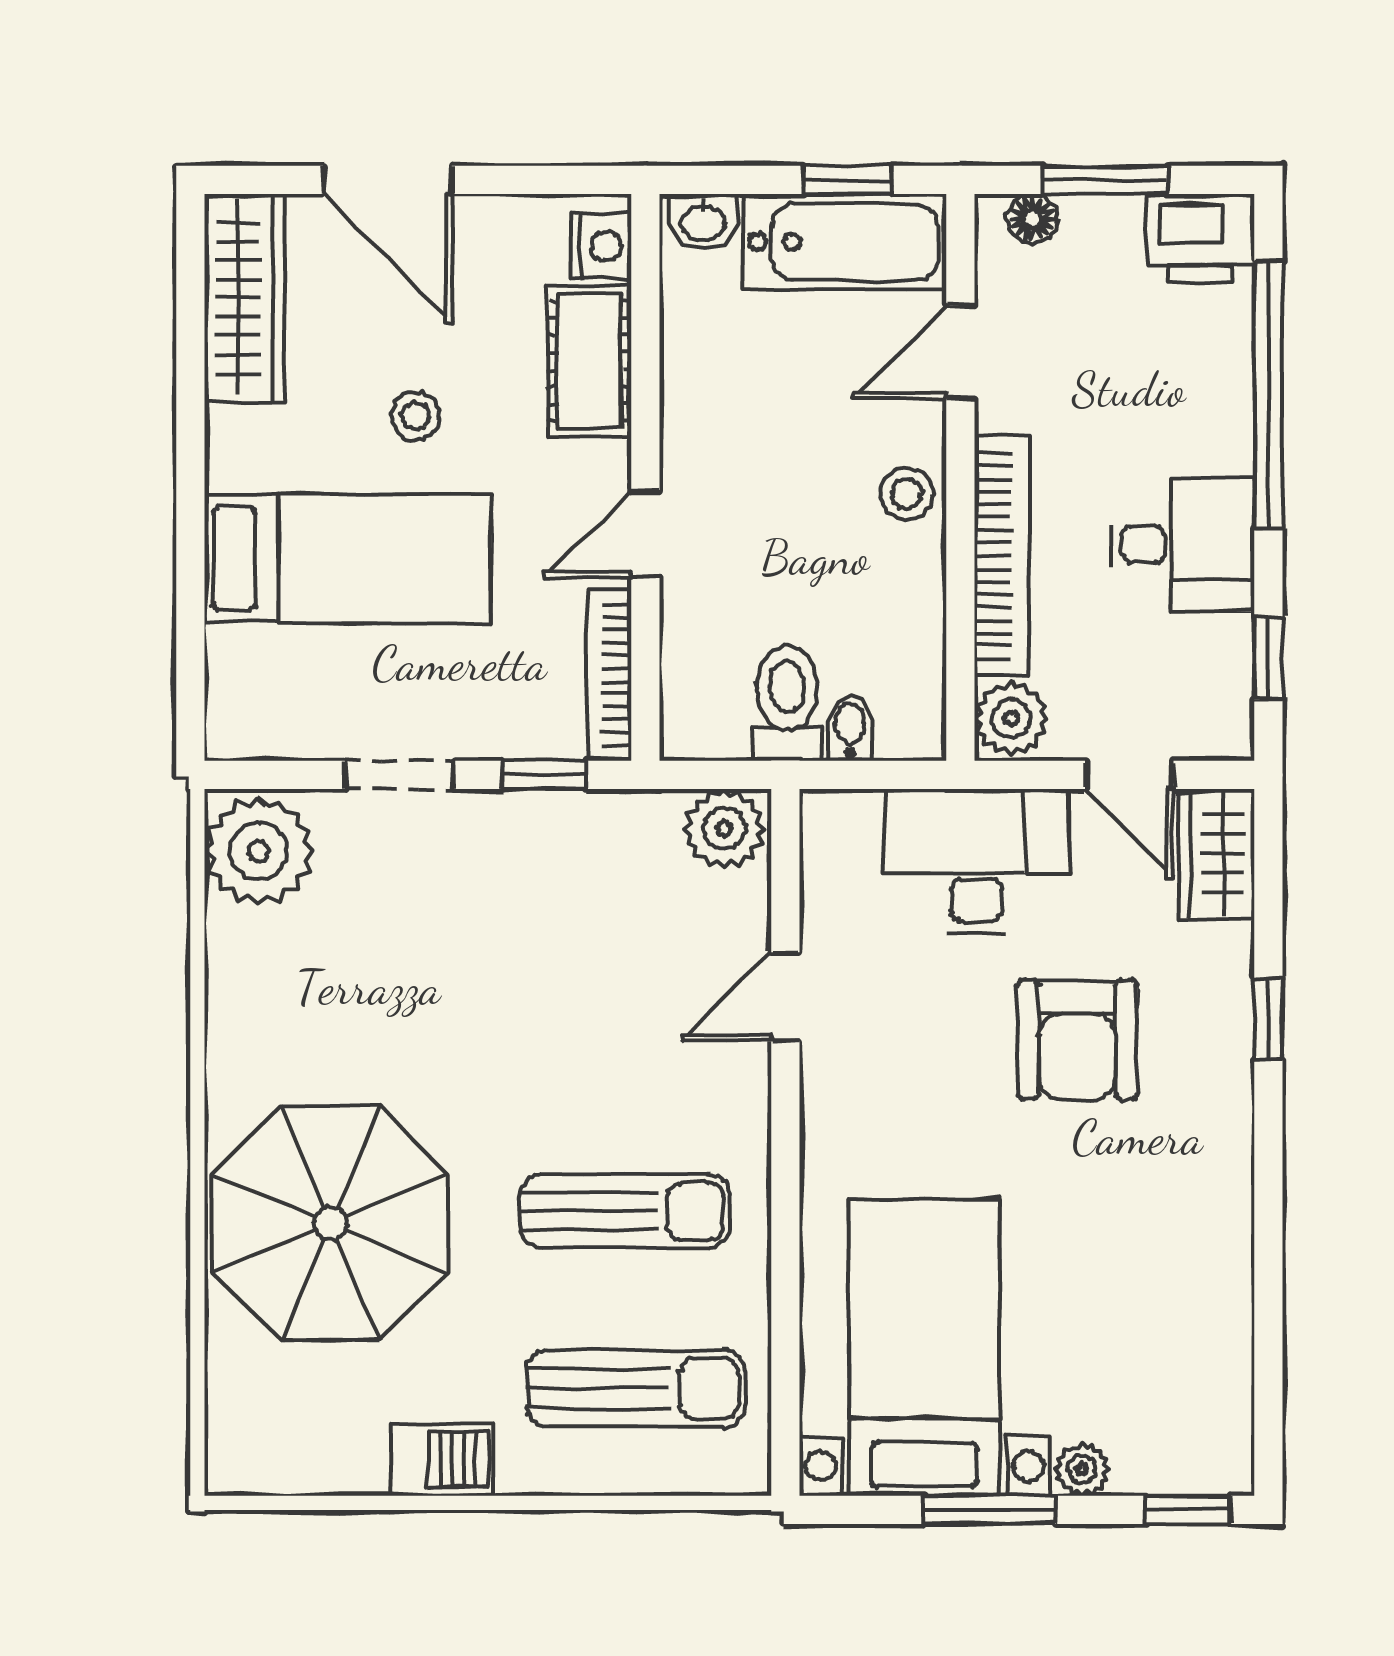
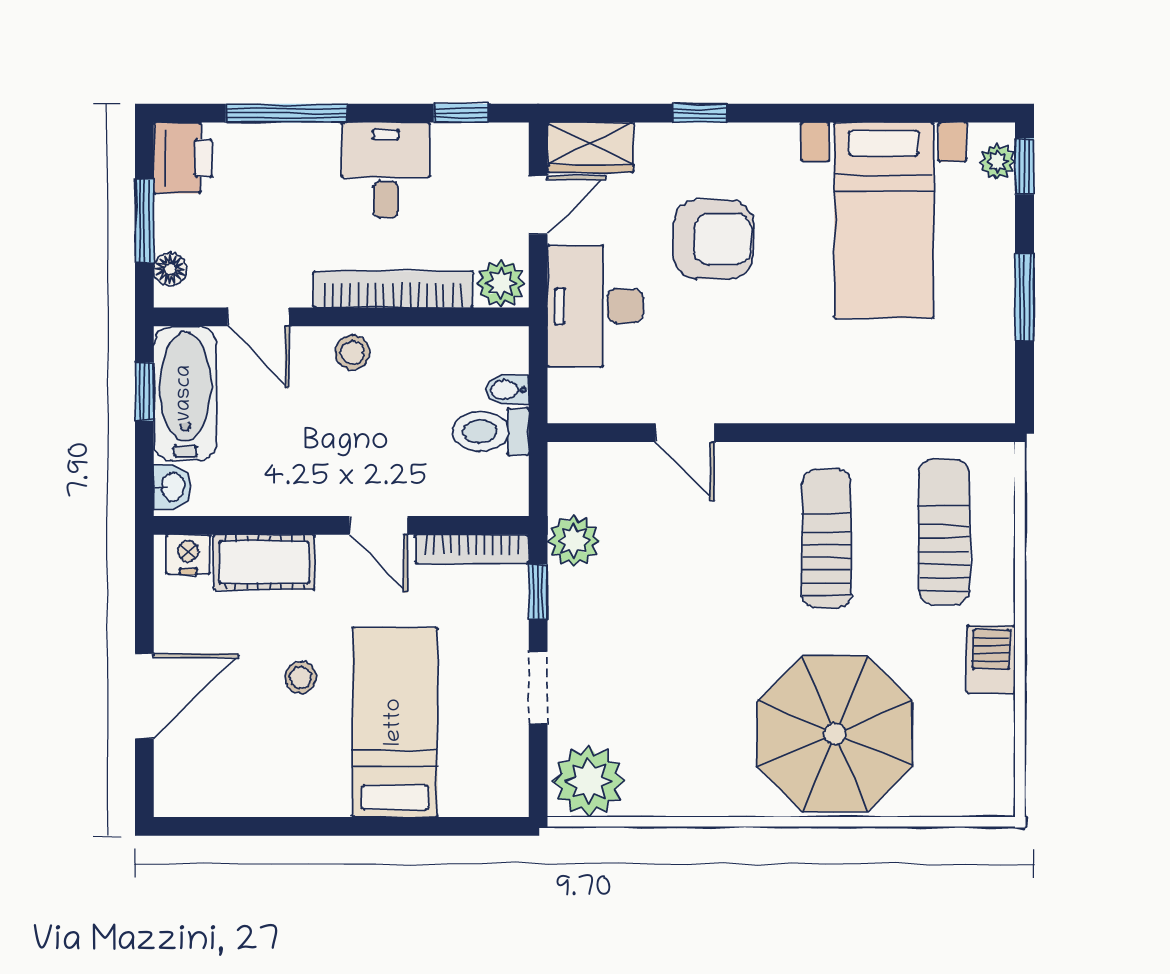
wardrobe: (245, 298) -> (222, 791), removed
window: (1268, 394) -> (286, 113), width x0.68
plant: (724, 829) -> (574, 541), moved
bed with nightstands: (925, 1348) -> (884, 220), moved, turned -90
plant: (1082, 1469) -> (998, 162), moved

